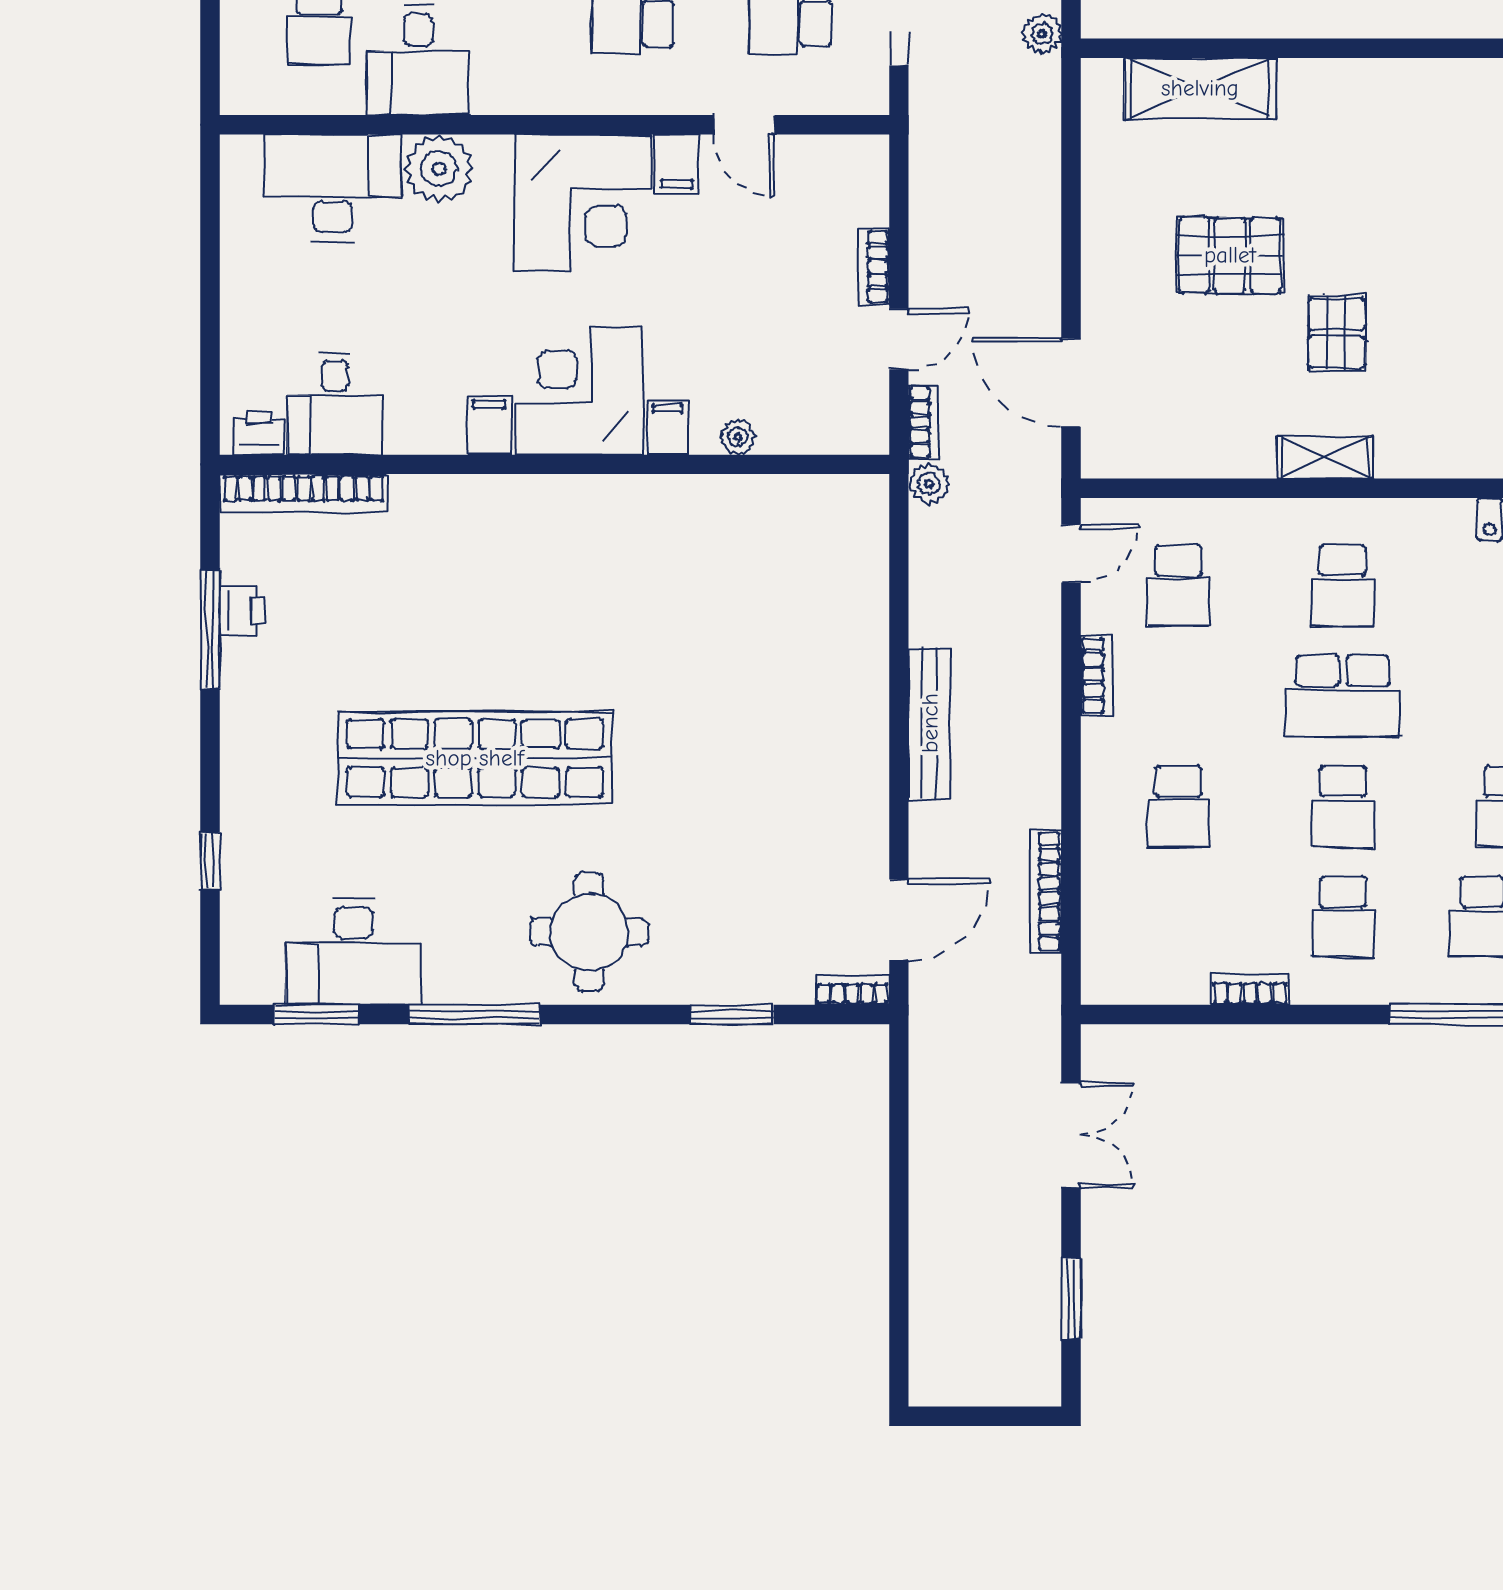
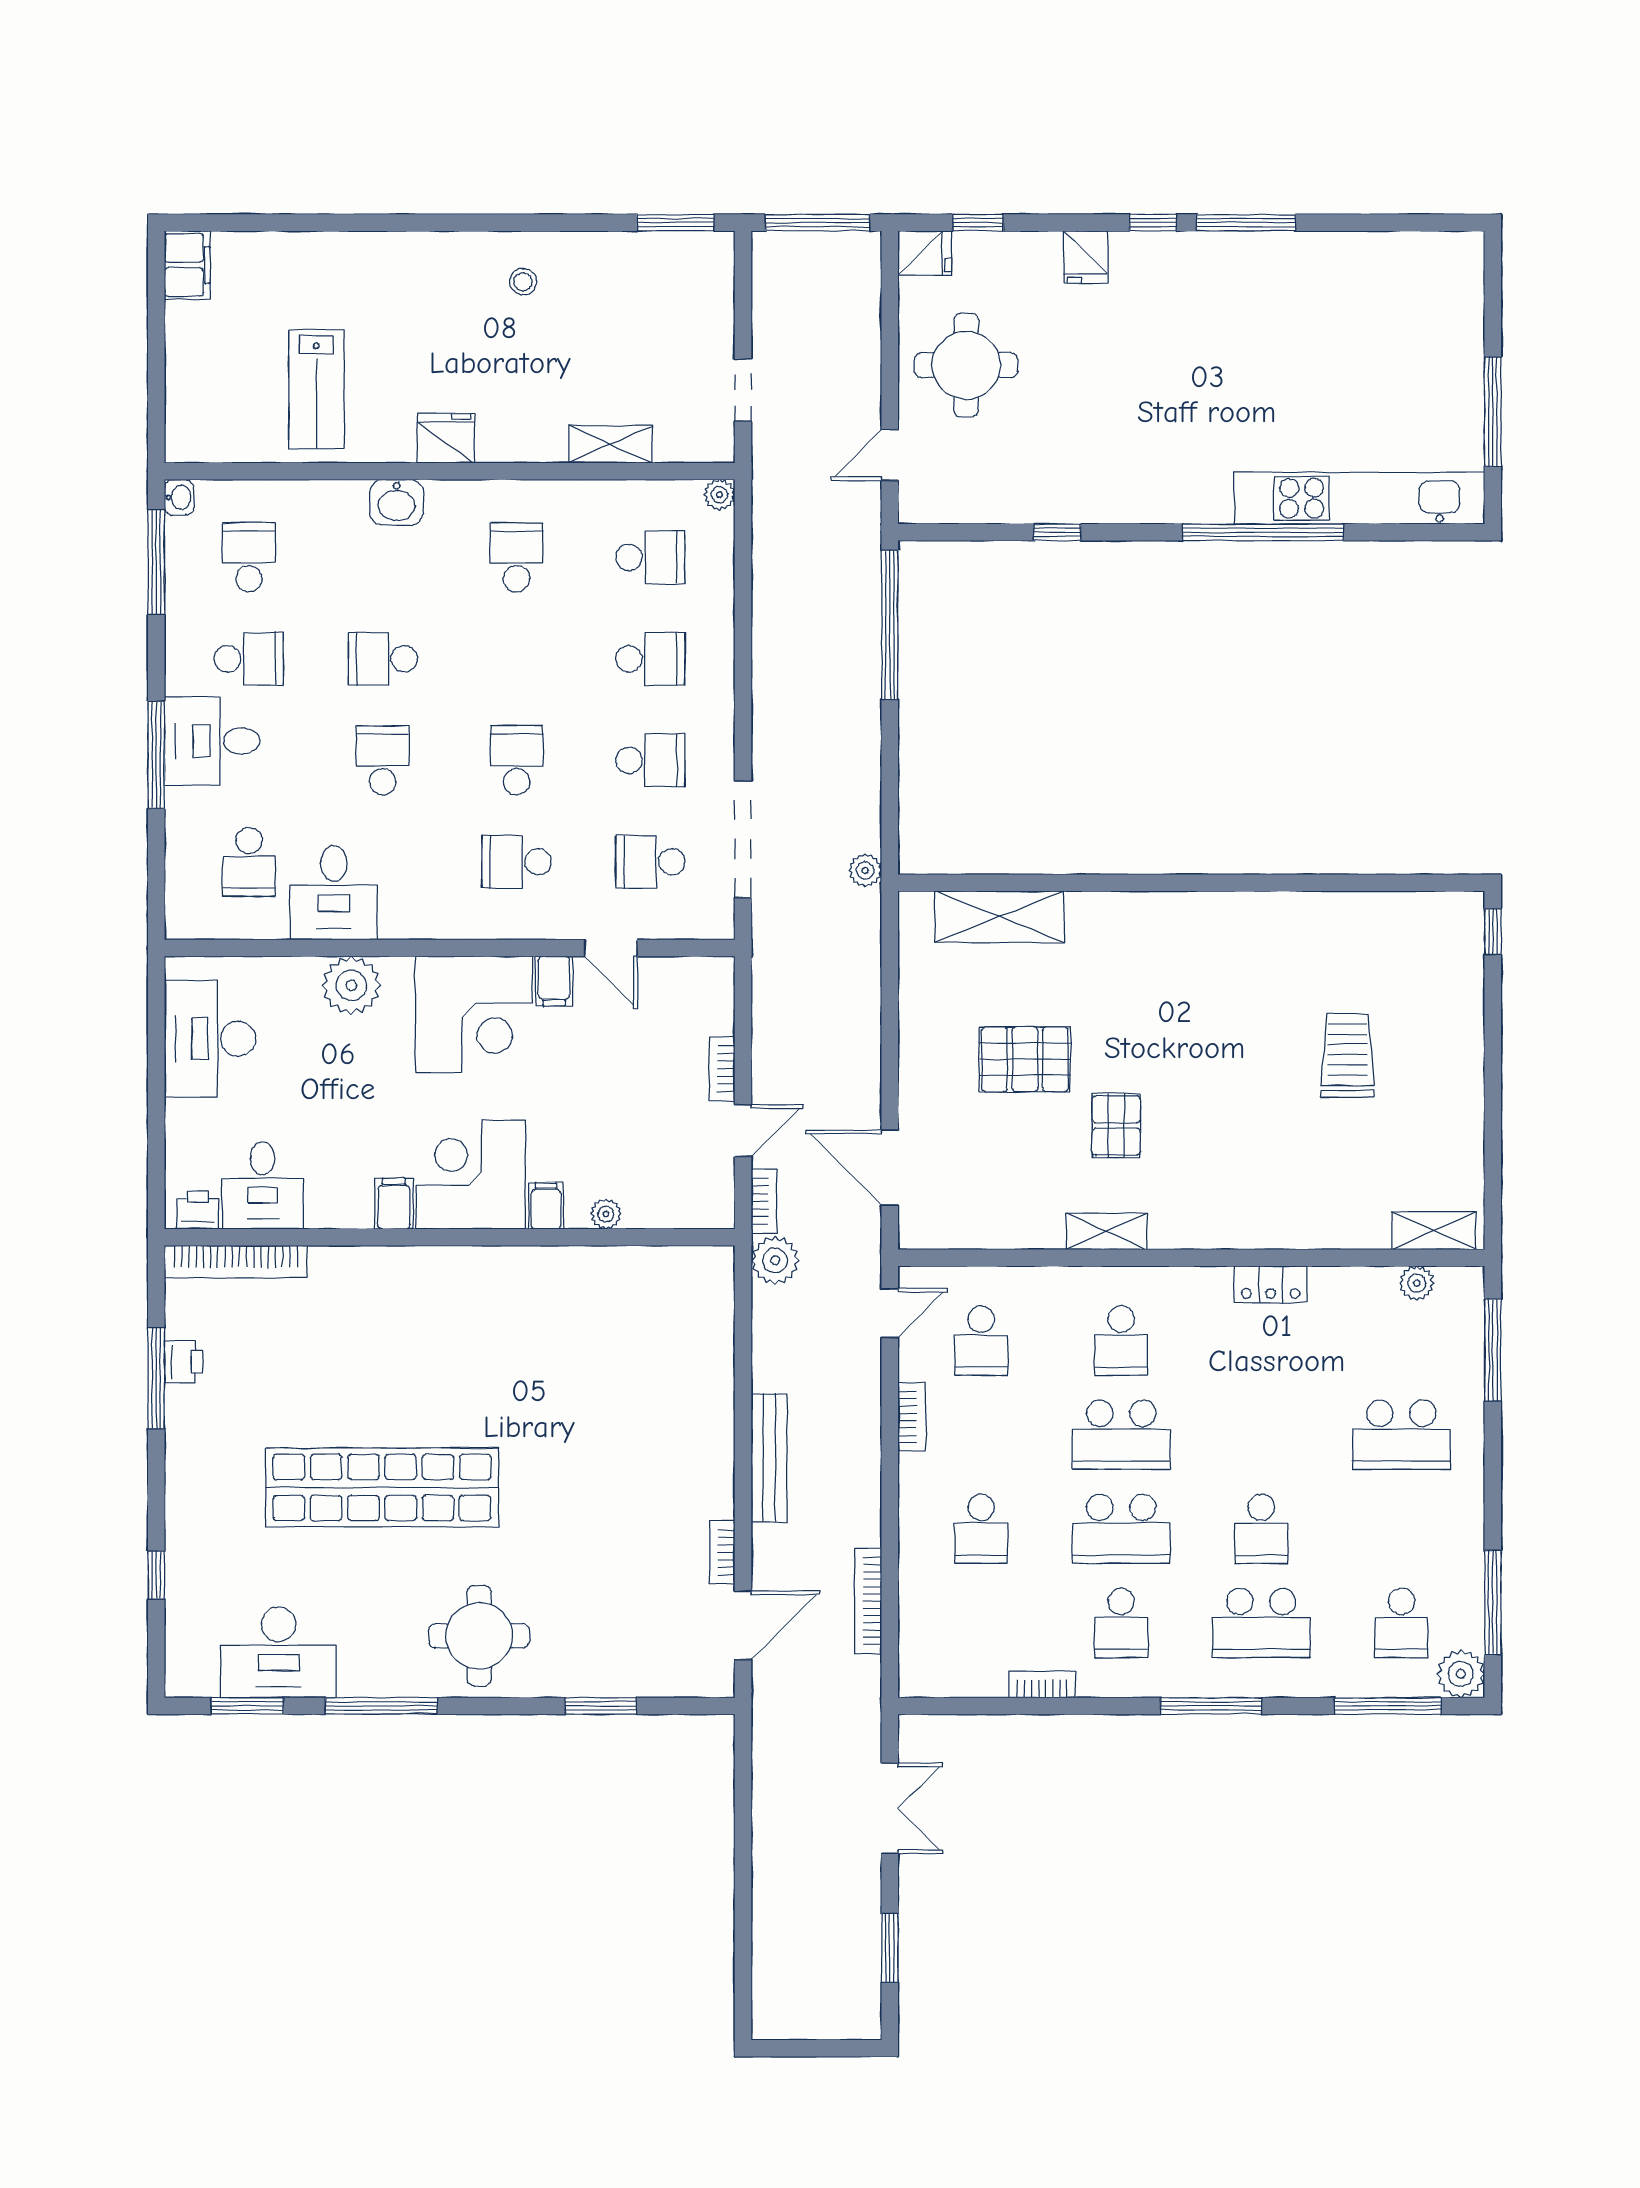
desk: (333, 188) -> (210, 1039), moved, turned -90
plant: (929, 484) -> (775, 1260), width x1.38, depth x1.38
school desk: (1343, 807) -> (1121, 1529), width x1.85
bookcase: (852, 990) -> (722, 1552), moved, turned -90

